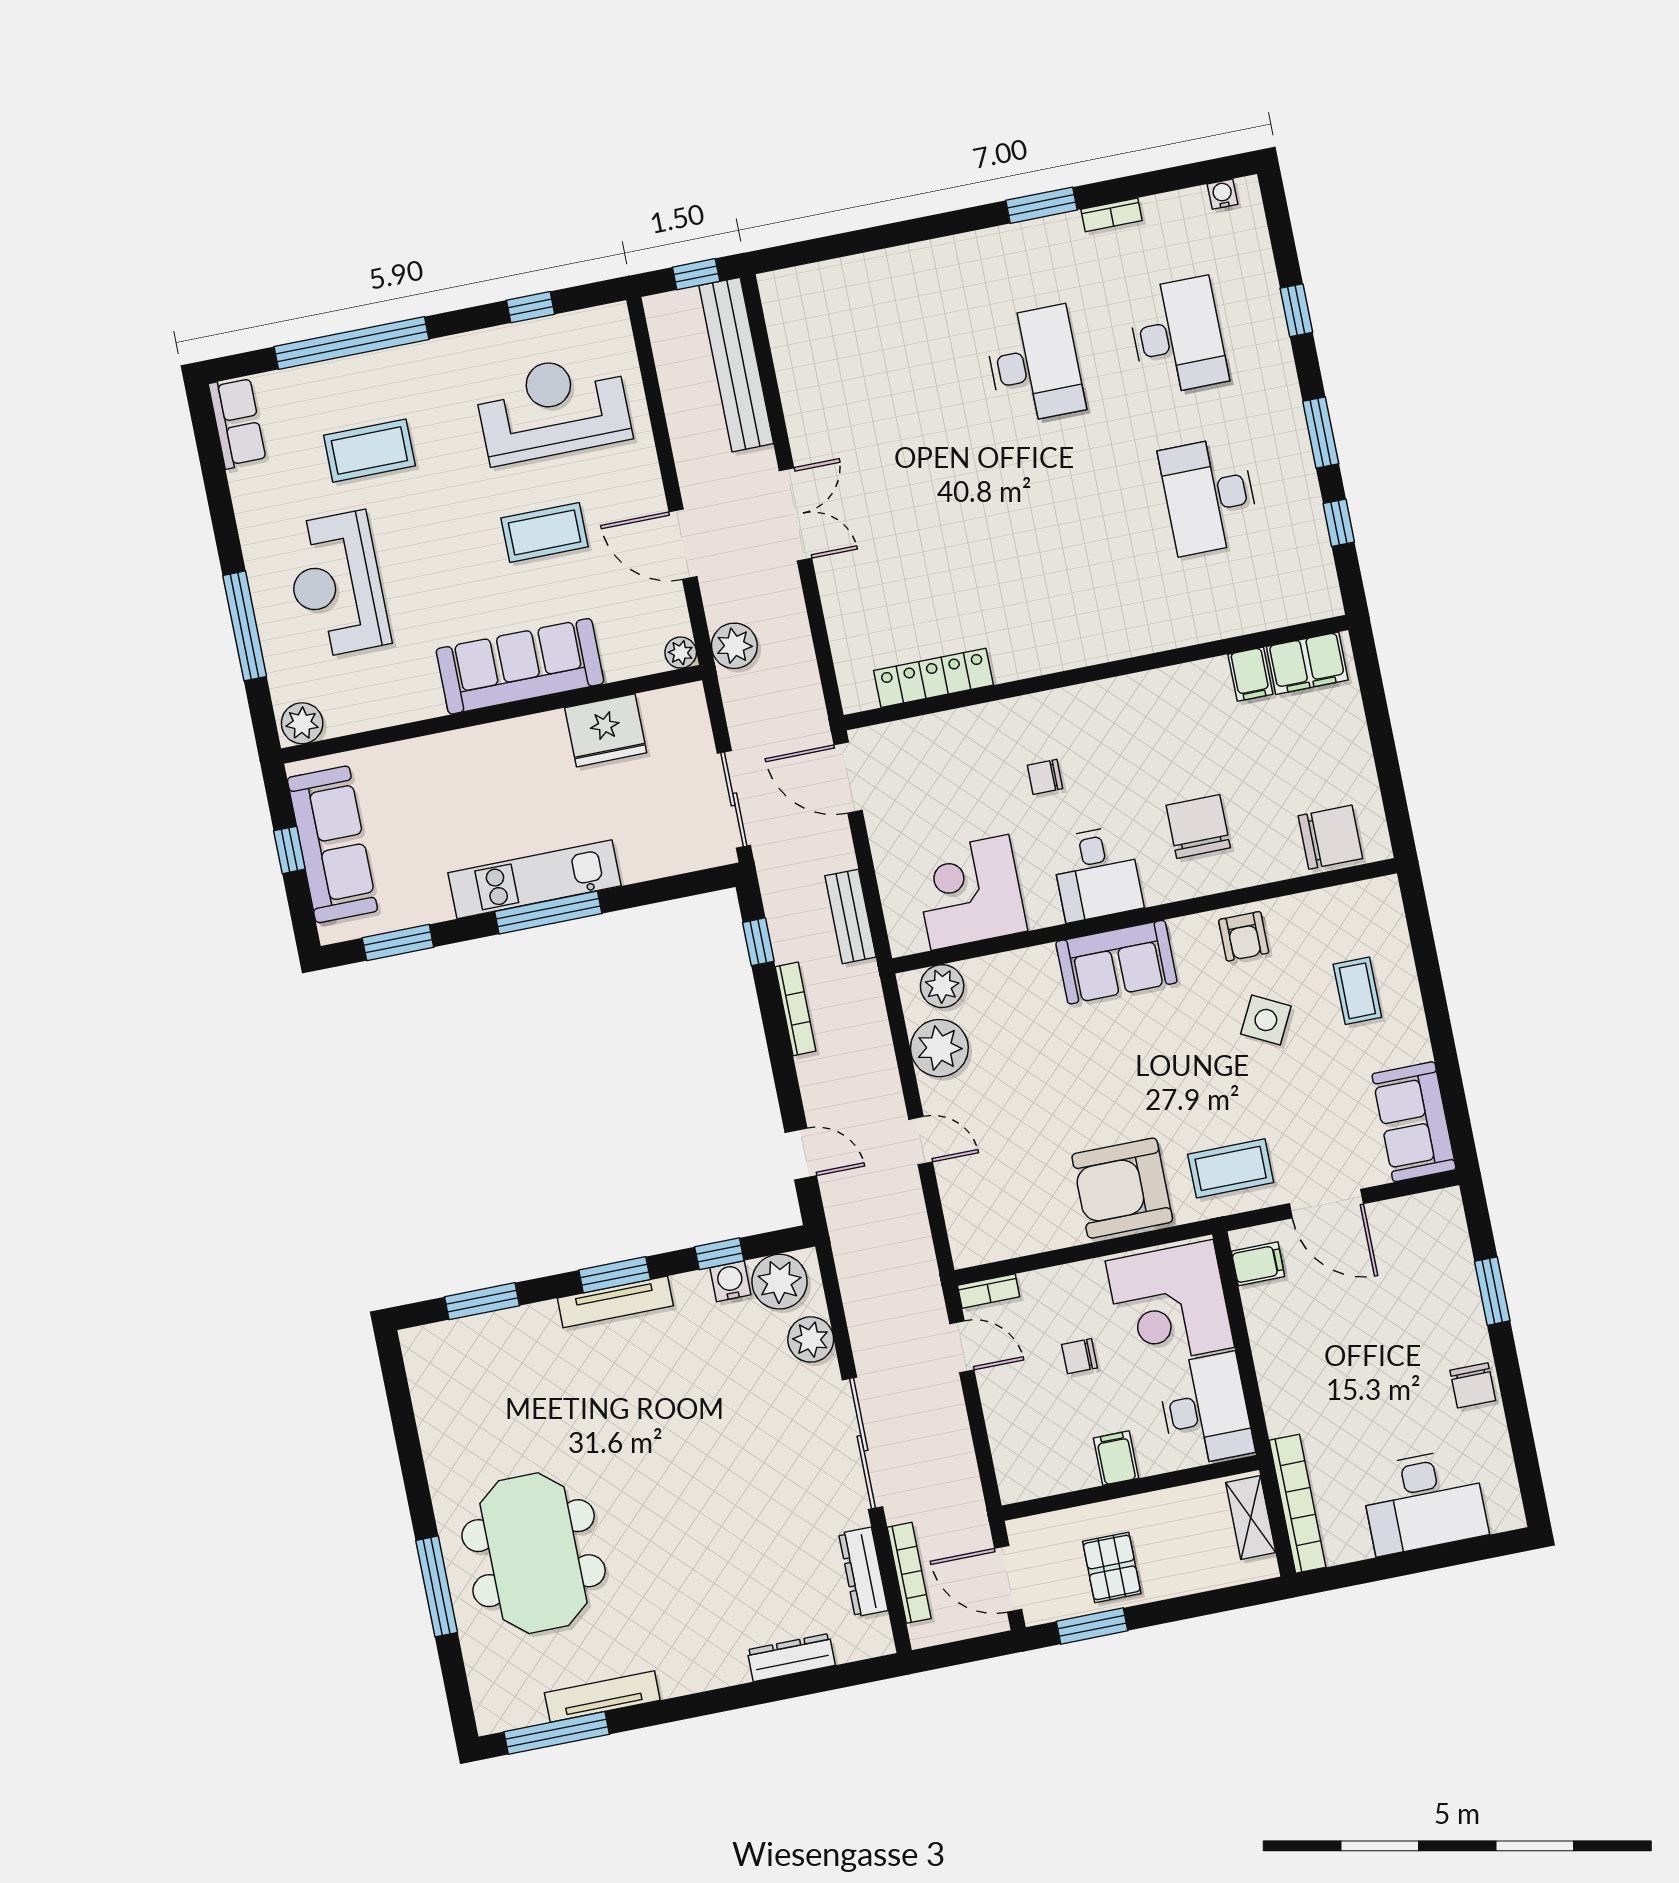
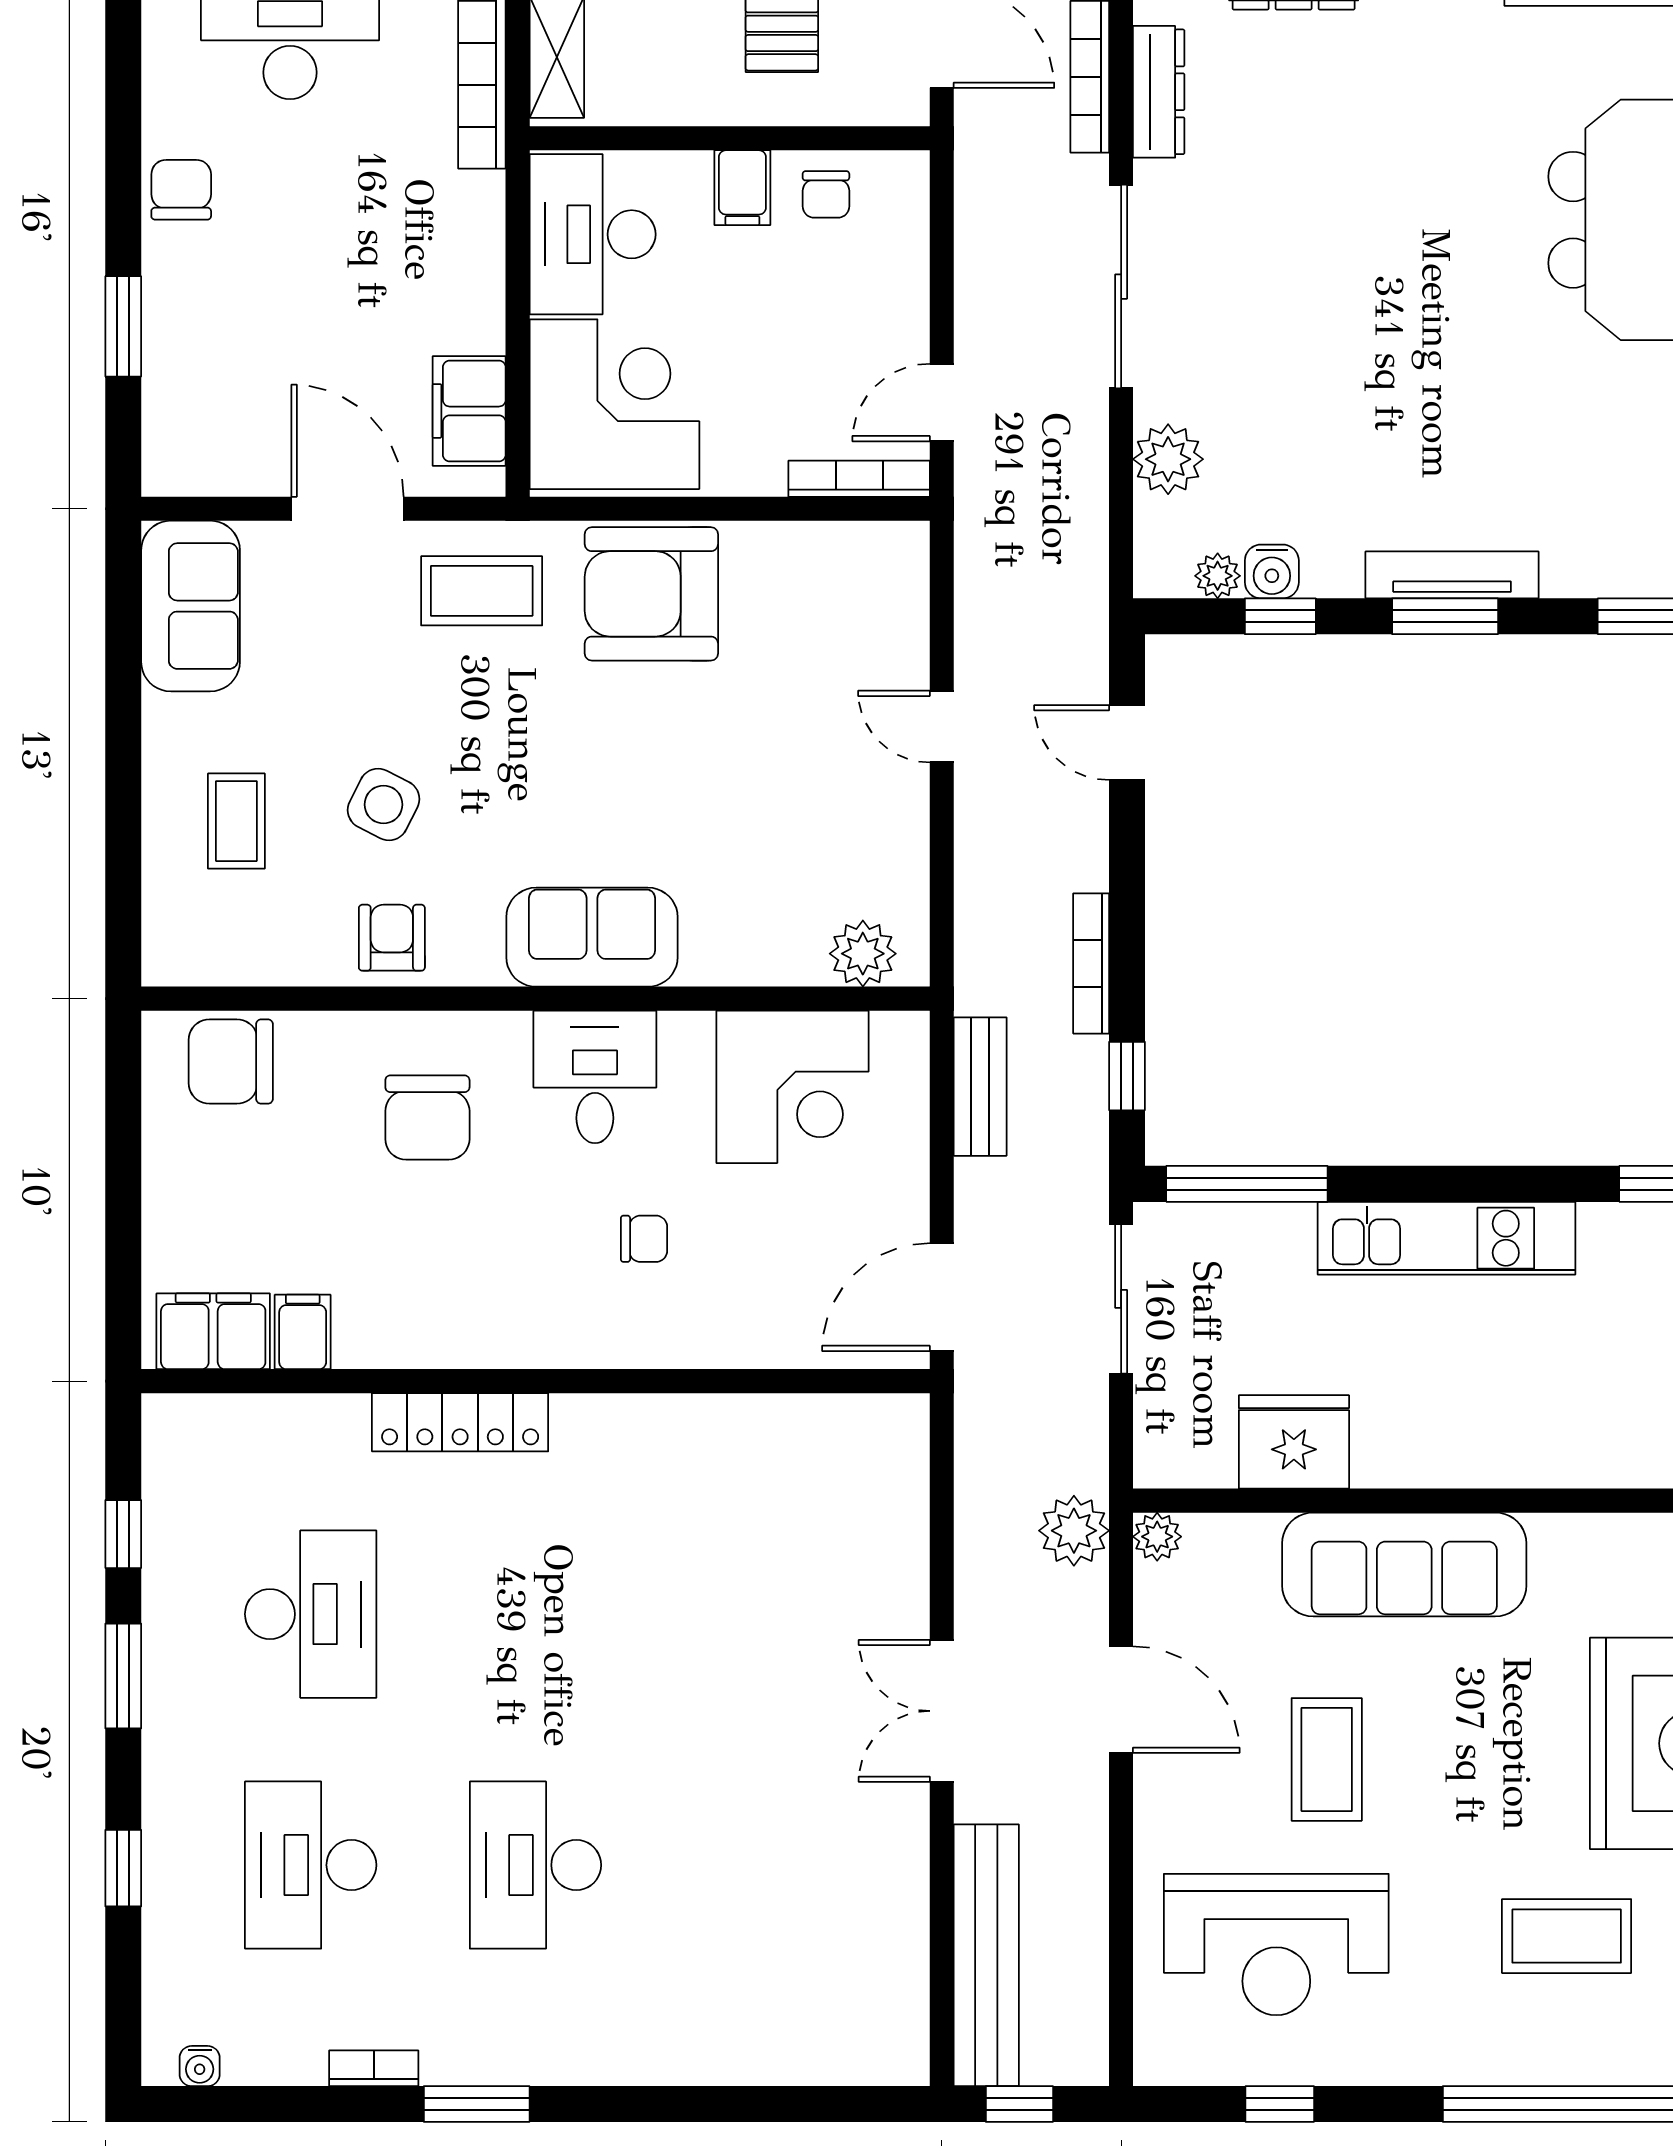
coffee table: (544, 532) -> (1327, 1759), turned 90
locker: (934, 678) -> (460, 1422), moved
door: (848, 778) -> (942, 1297), swing flipped
window: (548, 912) -> (1247, 1184), moved
plant: (939, 1048) -> (886, 861), removed
armchair: (1122, 1188) -> (651, 594), turned 180
filing cabinet: (1258, 1264) -> (469, 411), width x2.00
plant: (779, 1282) -> (1218, 576), width x0.53, depth x0.53
bookcase: (989, 1291) -> (859, 479), width x1.56
door: (962, 1347) -> (942, 403), hinge flipped
chair: (1079, 1356) -> (826, 194), moved, turned 90

